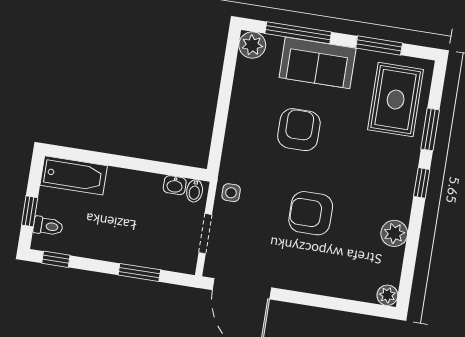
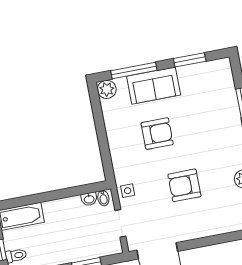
rug: (396, 100) -> (213, 91), removed
armchair: (299, 130) -> (157, 134), turned 90

